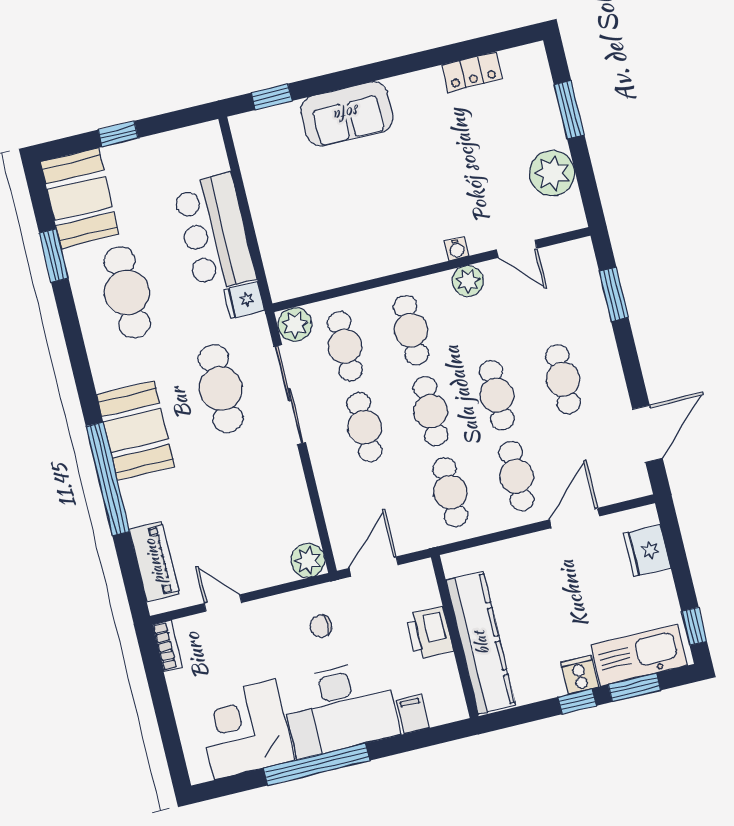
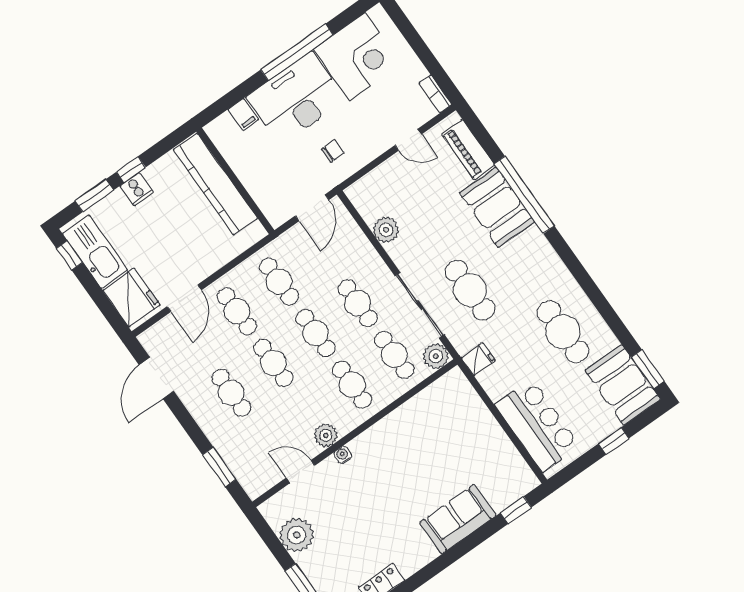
bar counter: (214, 233) -> (537, 425), moved
window: (54, 255) -> (648, 369), moved
booth: (136, 430) -> (497, 207), moved
fridge: (647, 551) -> (131, 298), width x1.36, depth x1.34
plant: (308, 560) -> (386, 230), moved
printer: (429, 633) -> (254, 177), removed
kitchen sink: (639, 655) -> (95, 252), moved, turned -90

